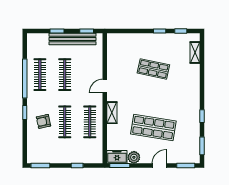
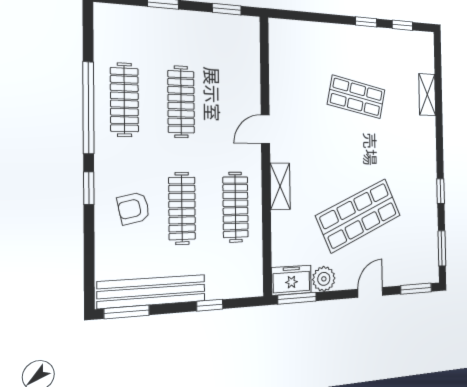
bench: (73, 39) -> (152, 291), moved
shelving: (195, 52) -> (427, 95), moved
shop shelf: (153, 128) -> (359, 216), turned -33

